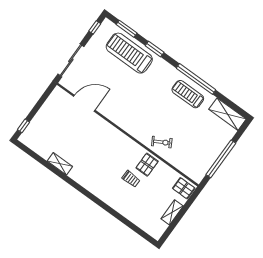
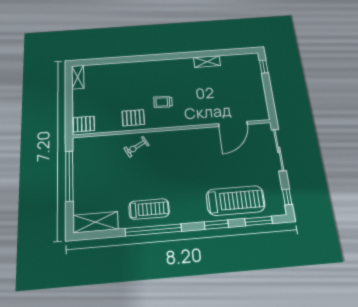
pallet: (147, 165) -> (133, 118), turned 90
trolley: (131, 179) -> (163, 102), moved
shelving: (172, 212) -> (78, 77), moved

